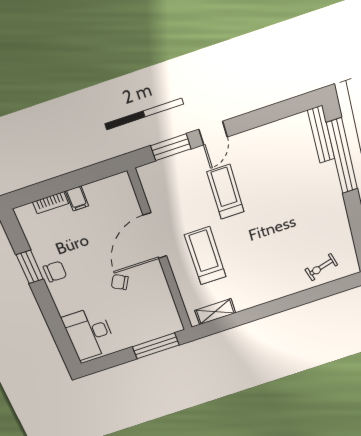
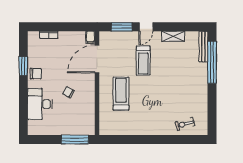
treadmill: (226, 192) -> (143, 61), turned 180
filing cabinet: (77, 198) -> (90, 37), moved
door: (155, 236) -> (97, 59), moved
shelving: (215, 312) -> (173, 36), moved
desk: (89, 333) -> (40, 104), moved

